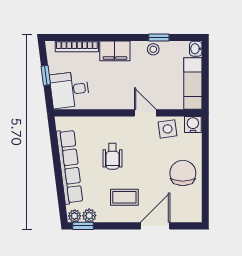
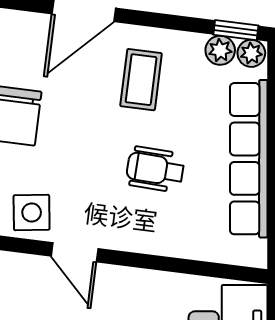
wheelchair: (112, 156) -> (155, 169), turned -88
coffee table: (124, 197) -> (141, 80), turned 90

